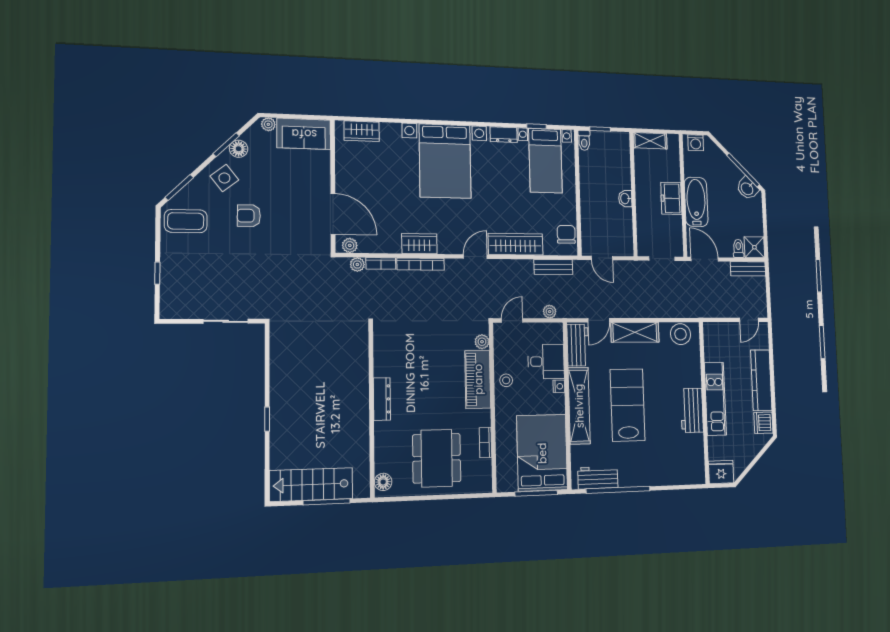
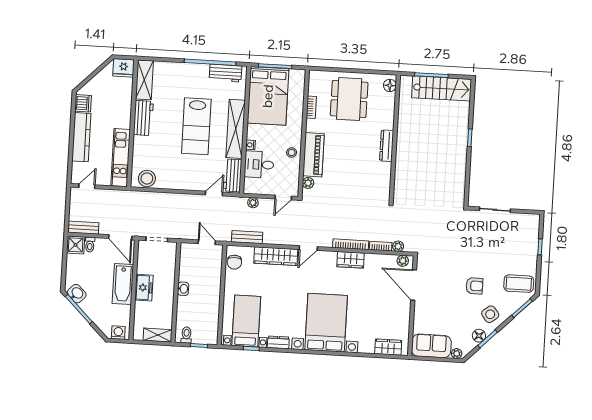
toilet: (584, 140) -> (186, 335), moved
shelving: (635, 332) -> (144, 80), moved, turned 90
kitchen unit: (715, 399) -> (121, 158), moved

